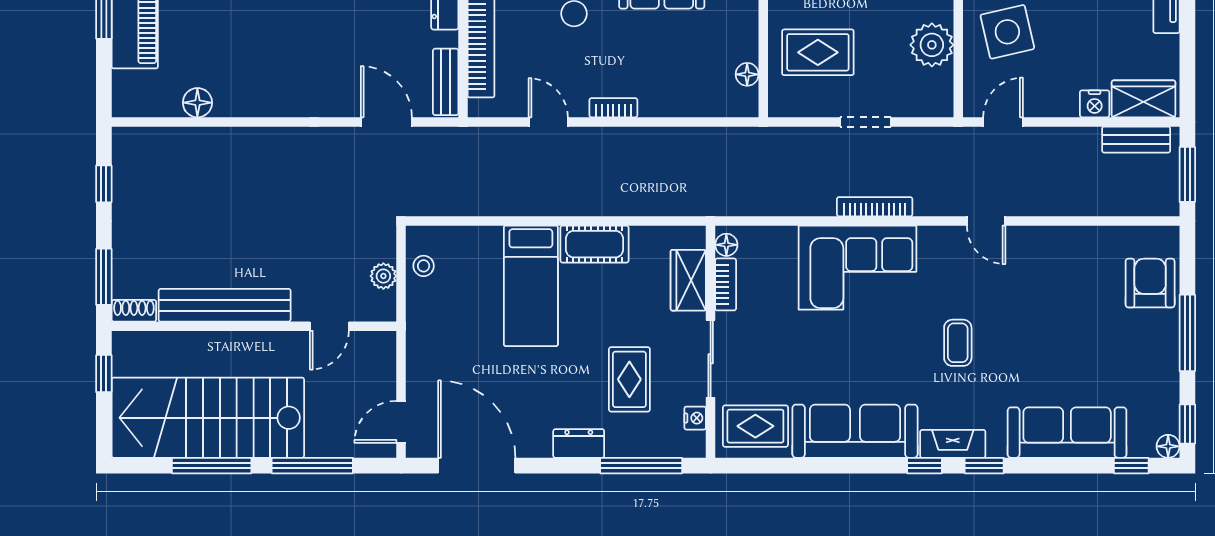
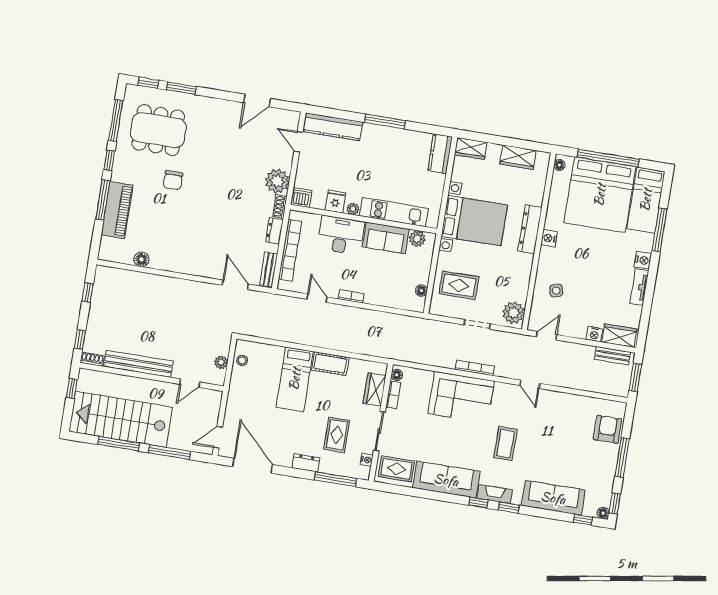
side table: (1007, 32) -> (556, 291), width x0.54, depth x0.54
plant: (932, 45) -> (513, 313), moved
window: (104, 277) -> (80, 340), width x0.67
coffee table: (958, 343) -> (506, 443), width x1.36, depth x1.30

